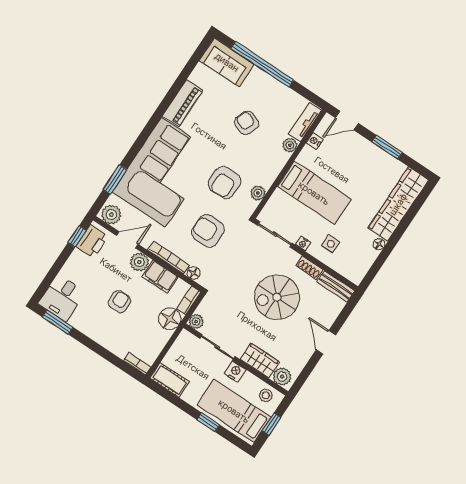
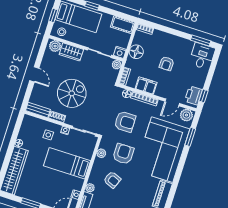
armchair: (247, 123) -> (112, 180), moved
plant: (139, 262) -> (161, 91), removed
floor lamp: (170, 319) -> (136, 52), moved
nightstand: (235, 372) -> (120, 52), moved

